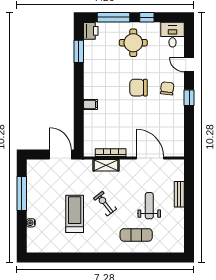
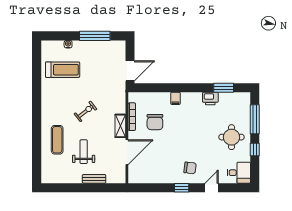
printer: (91, 31) -> (210, 99), moved
chair: (138, 88) -> (155, 122), moved, turned 180
shelving: (106, 165) -> (120, 126), moved
weight bench: (149, 206) -> (84, 152), turned -90
treadmill: (75, 214) -> (63, 70), moved

